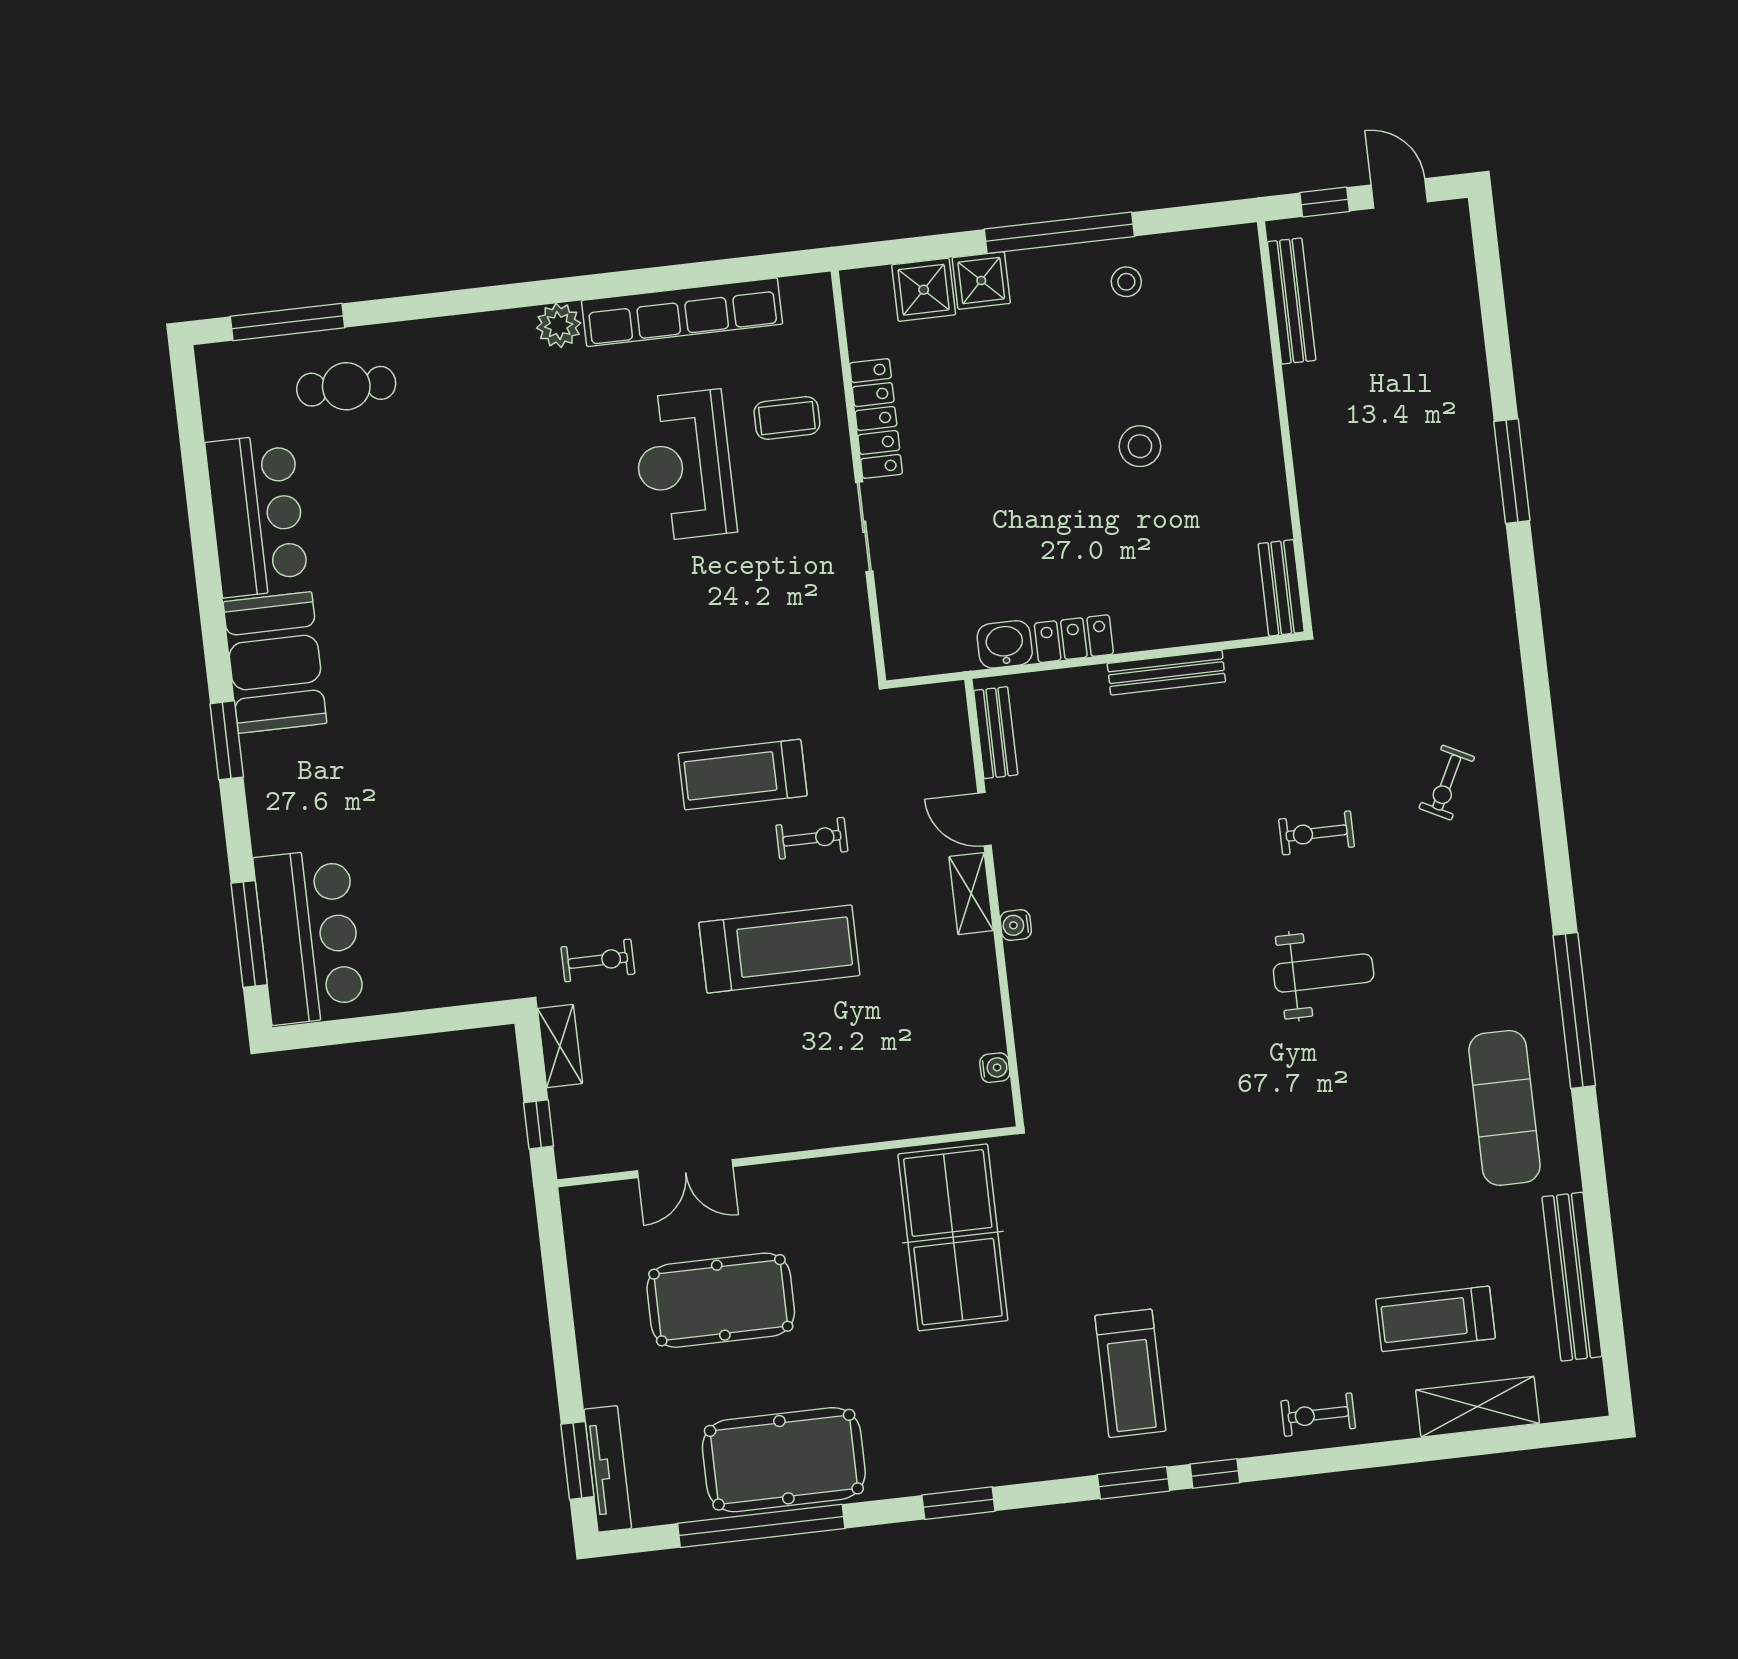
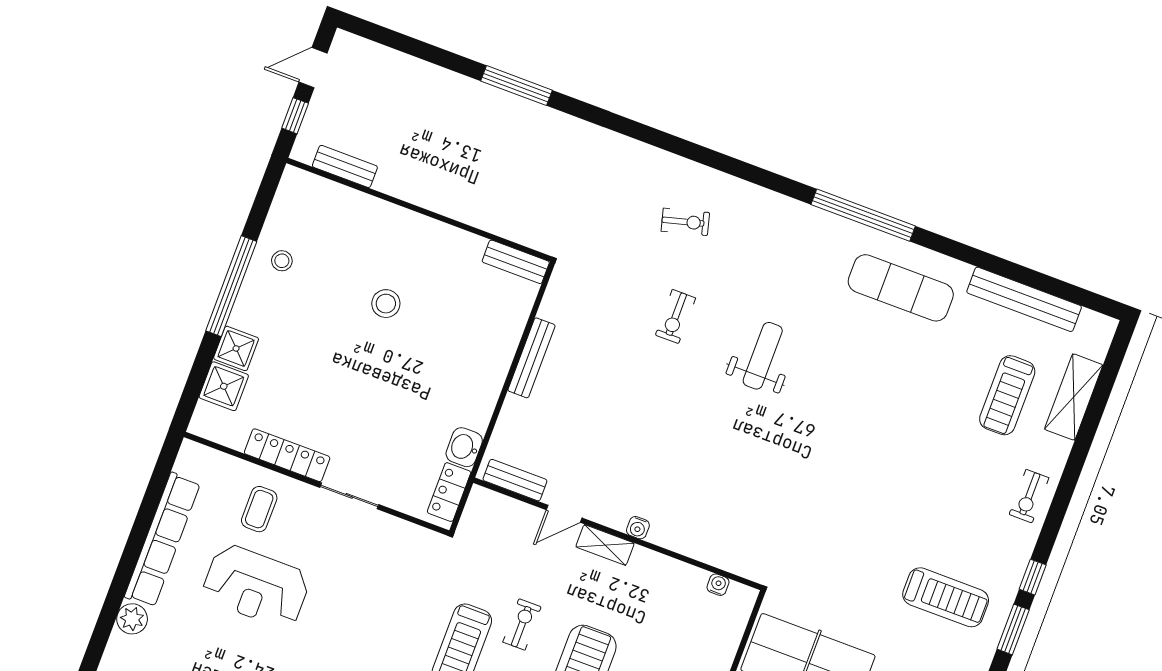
bench: (1292, 301) -> (345, 166), width x0.73
locker: (1074, 639) -> (449, 492), moved
exercise bike: (1447, 783) -> (685, 222), turned -42

